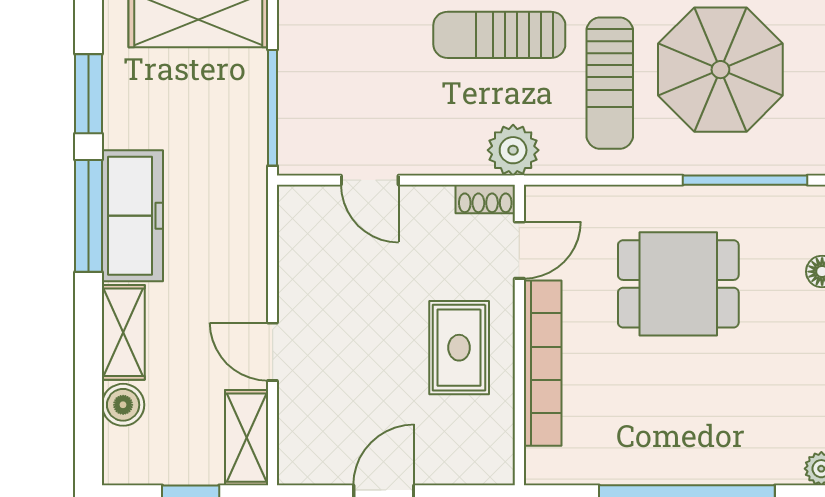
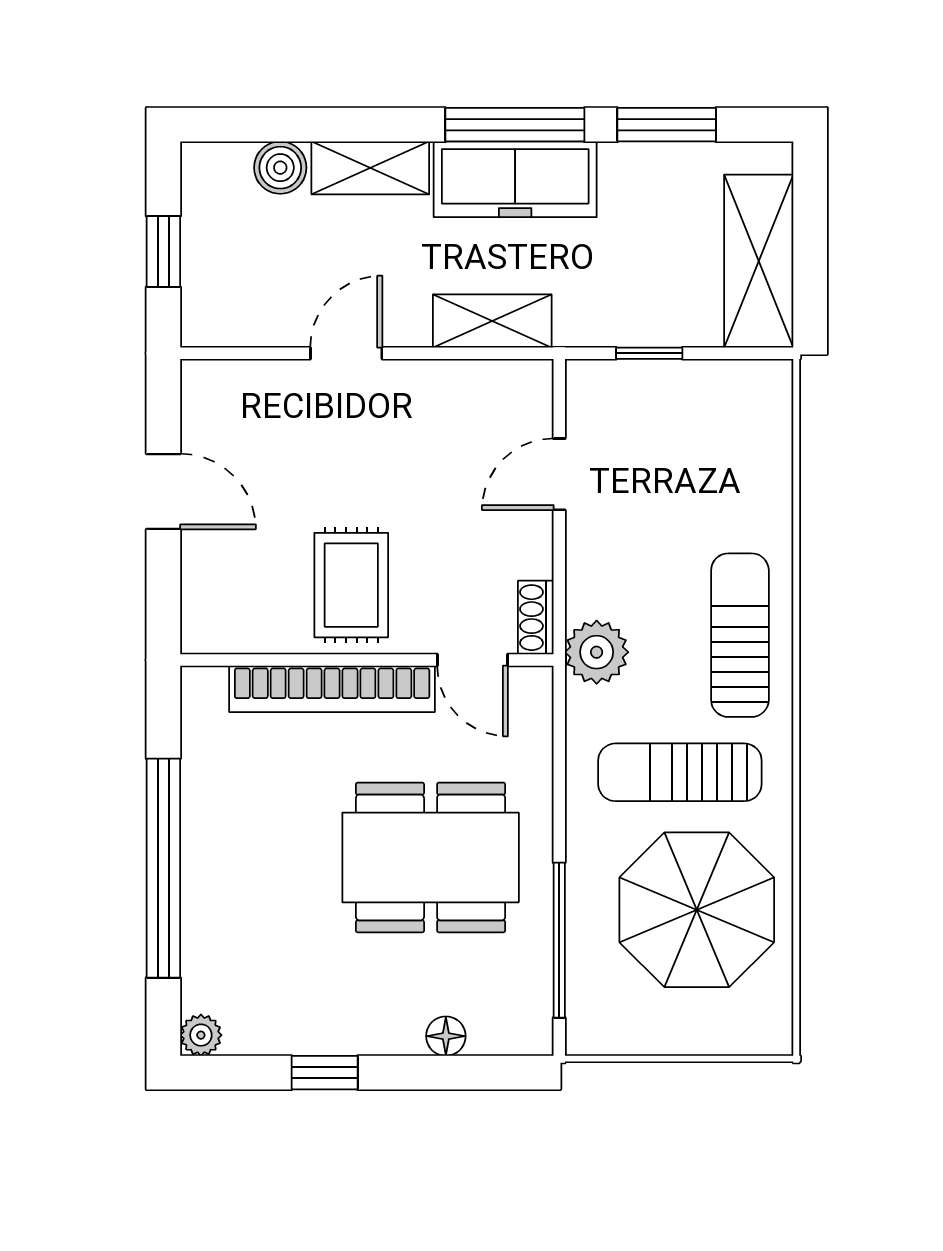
window: (273, 108) -> (649, 353), width x0.46
dining table: (678, 284) -> (431, 857), width x1.38
rug: (459, 348) -> (351, 585), turned 90
shelving: (247, 438) -> (492, 321), moved

